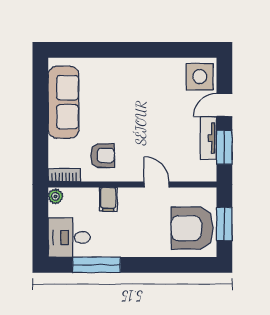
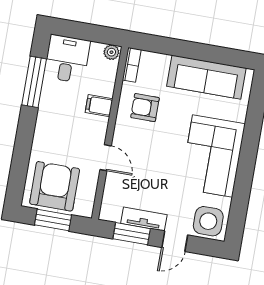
corner sofa: (137, 83) -> (213, 156), added
door: (224, 105) -> (175, 241), swing flipped
armchair: (103, 155) -> (145, 108), turned 90
door: (156, 184) -> (106, 158), hinge flipped

